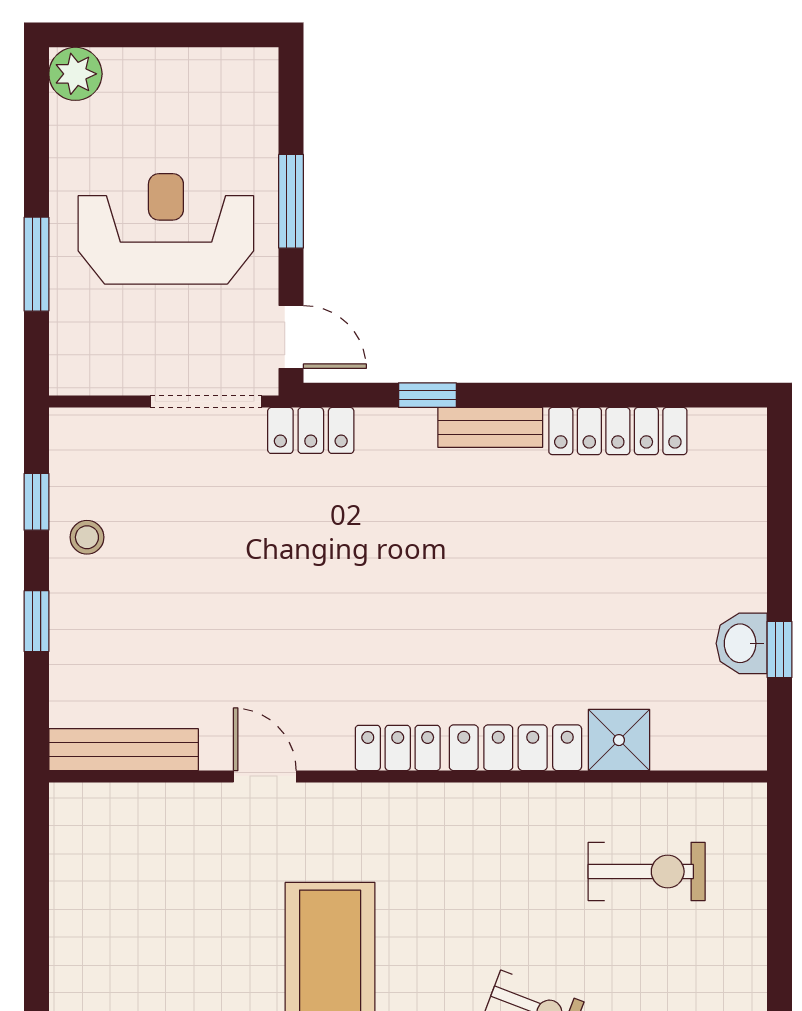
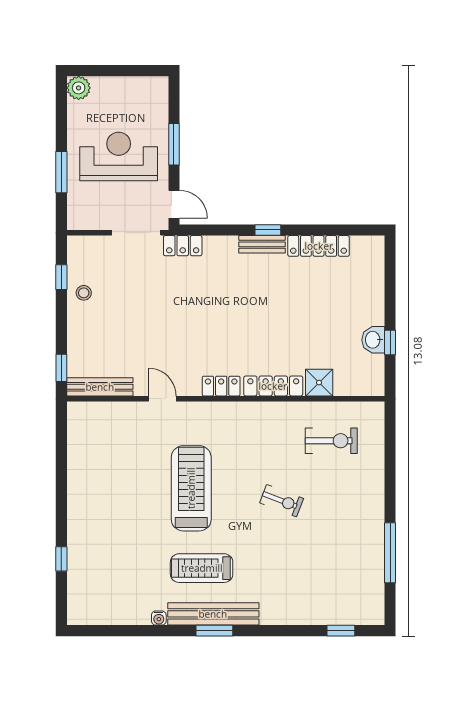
window: (427, 395) -> (268, 230), moved
window: (36, 621) -> (61, 368), moved

